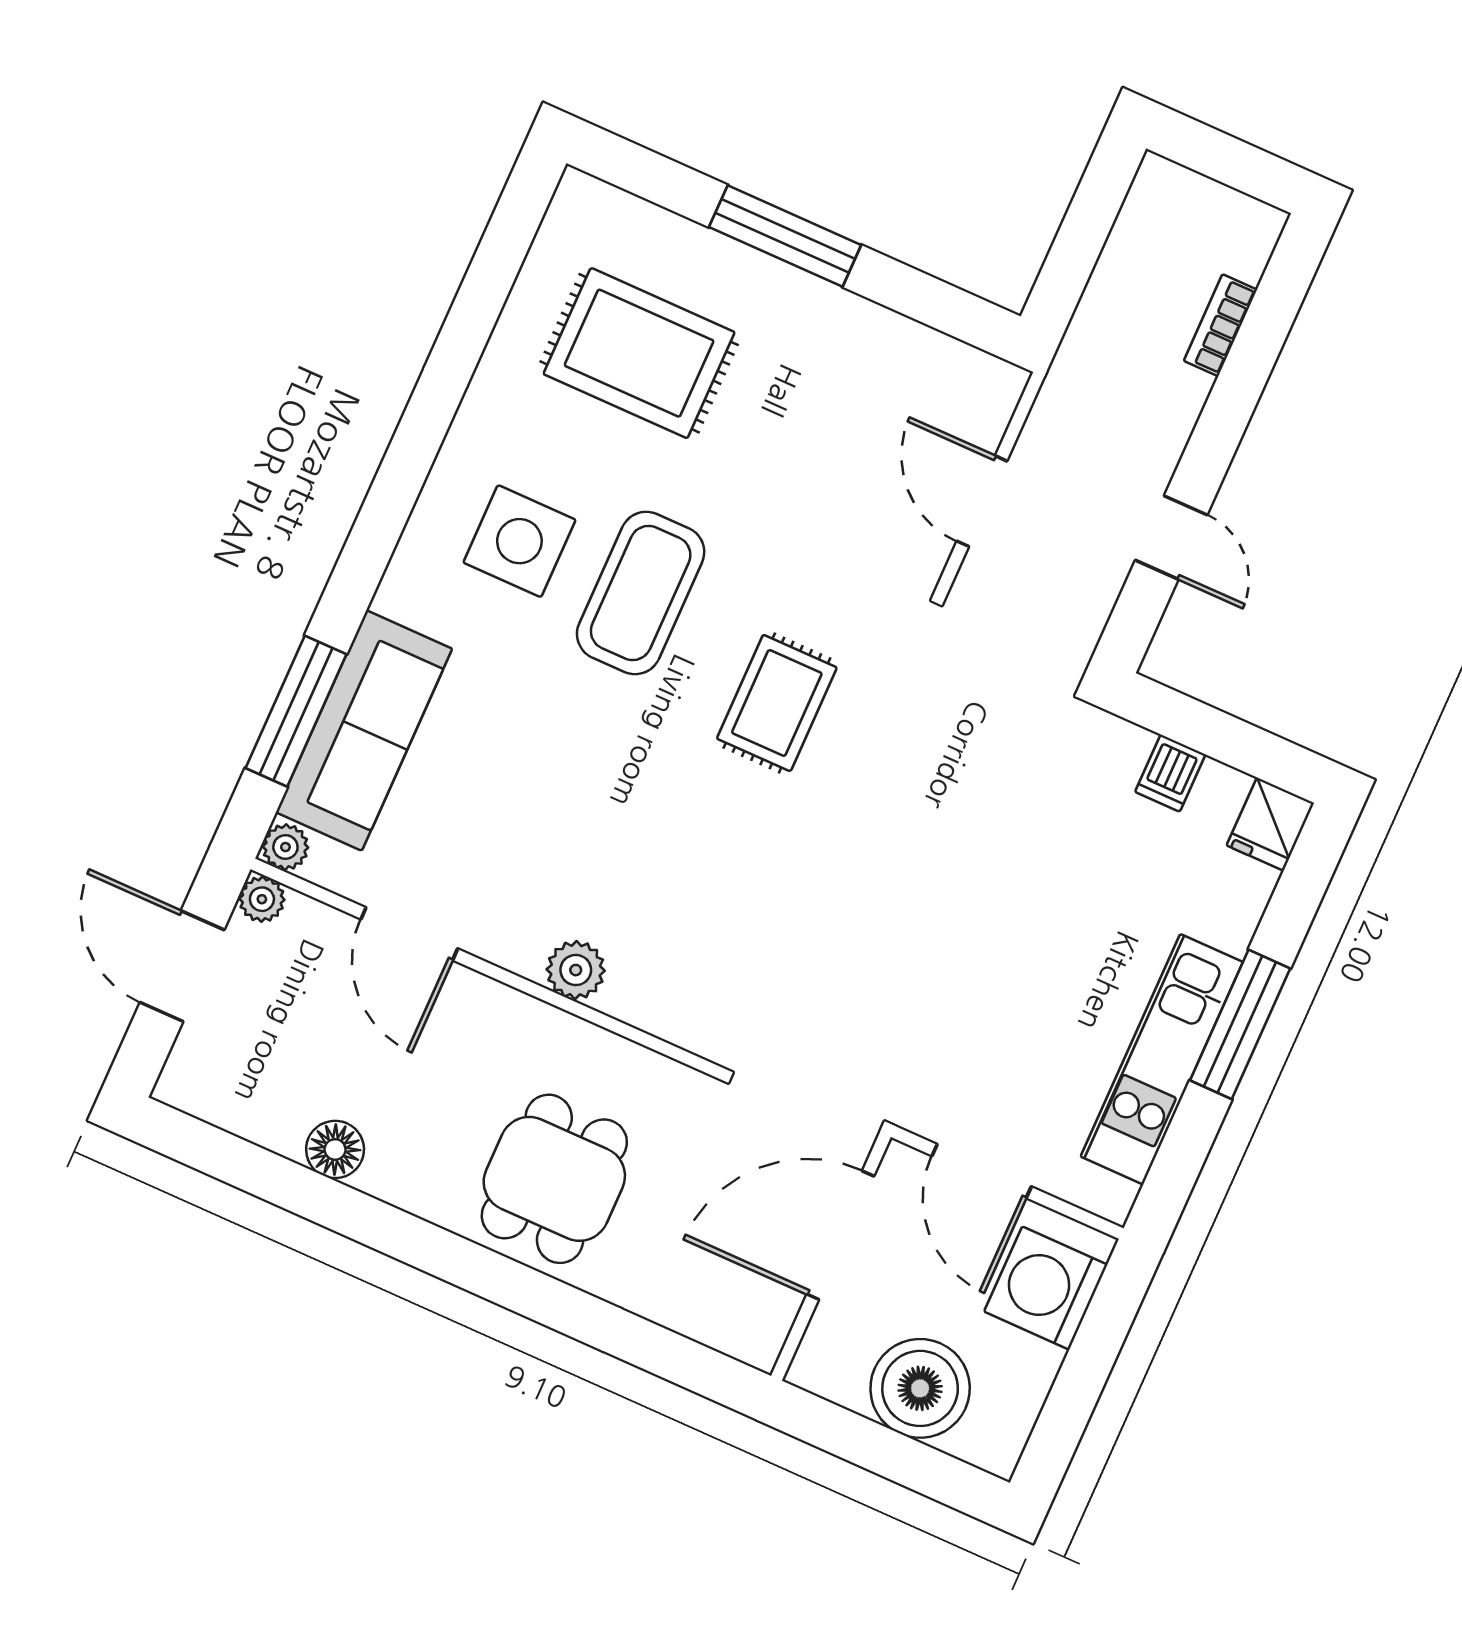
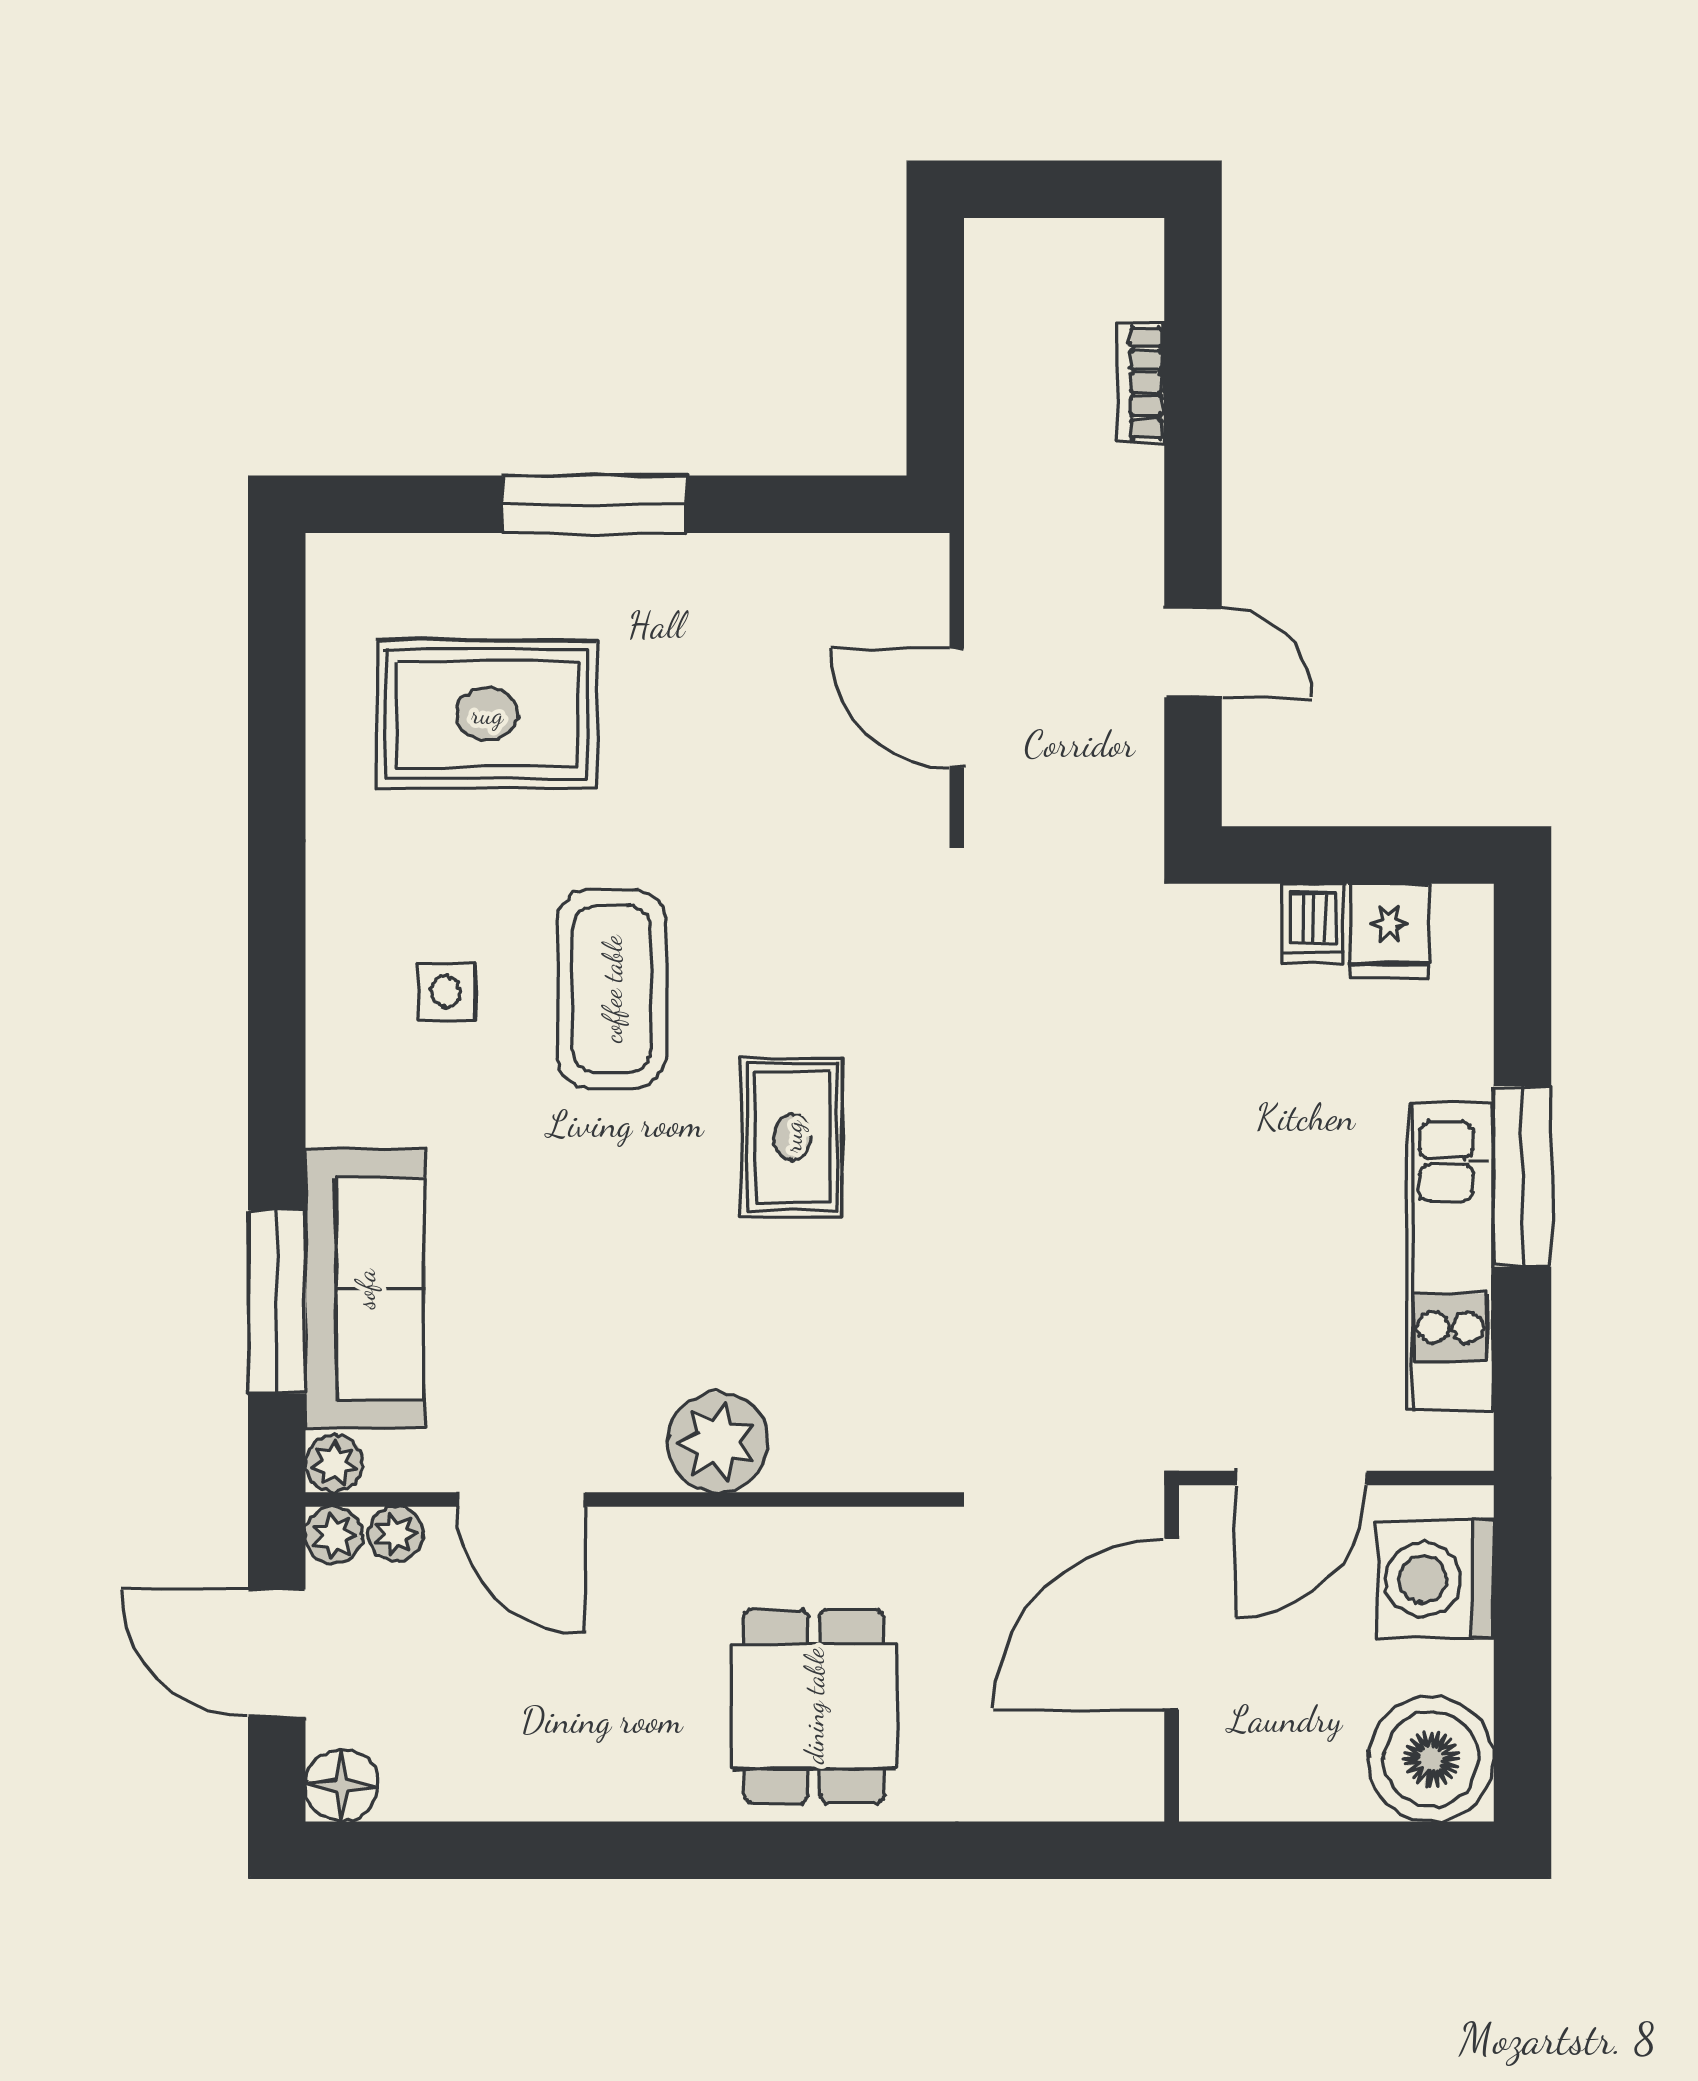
side table: (519, 541) -> (446, 991), width x0.54, depth x0.54
rug: (777, 703) -> (792, 1137), moved
fridge: (1270, 824) -> (1389, 931), moved
plant: (307, 918) -> (396, 1534), added
plant: (576, 970) -> (718, 1442), width x1.36, depth x1.36
floor lamp: (335, 1149) -> (342, 1785), moved
door: (982, 1171) -> (1301, 1478), hinge flipped
boiler: (920, 1388) -> (1431, 1759), moved

